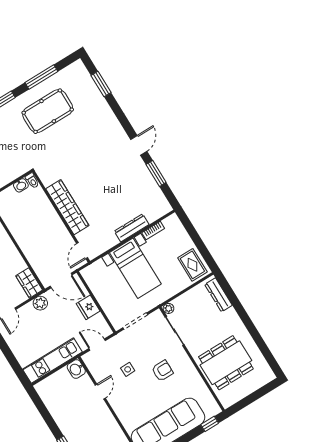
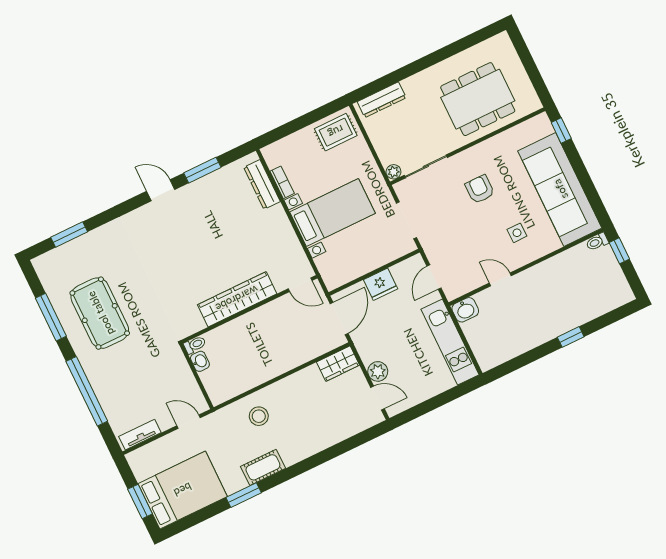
dresser: (132, 228) -> (262, 184), moved
plant: (40, 303) -> (378, 371), moved
dining table: (226, 363) -> (478, 99), turned 90
side table: (128, 369) -> (517, 233), moved

